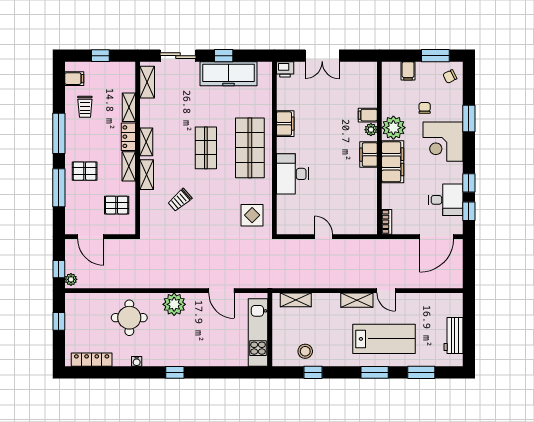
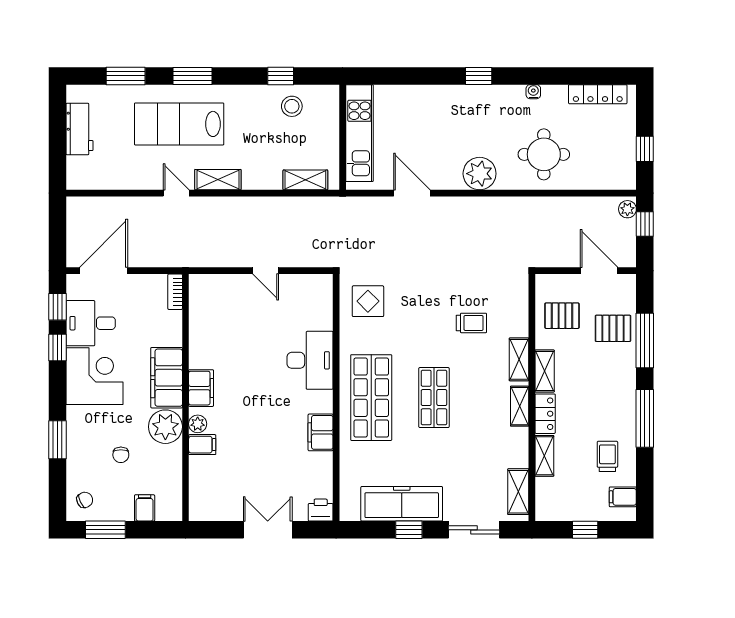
corner desk: (443, 142) -> (95, 376), moved
pallet: (85, 171) -> (613, 328), moved
trolley: (180, 200) -> (471, 323), turned 41

